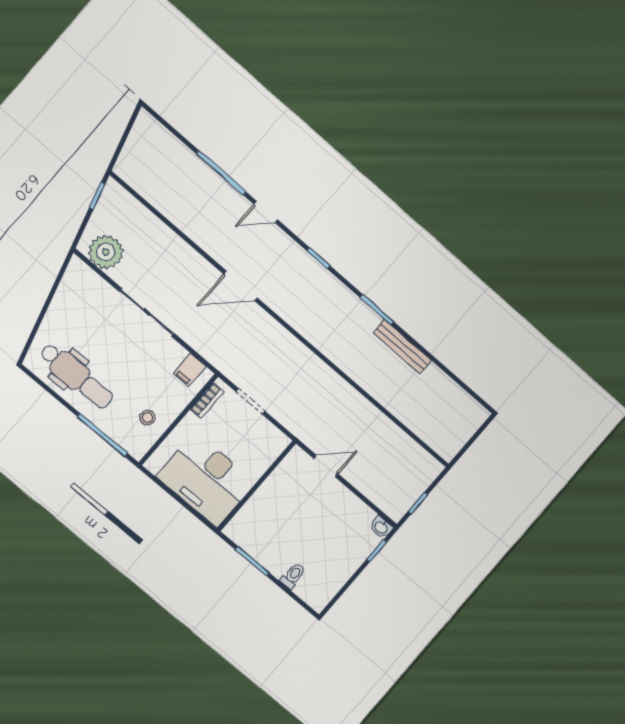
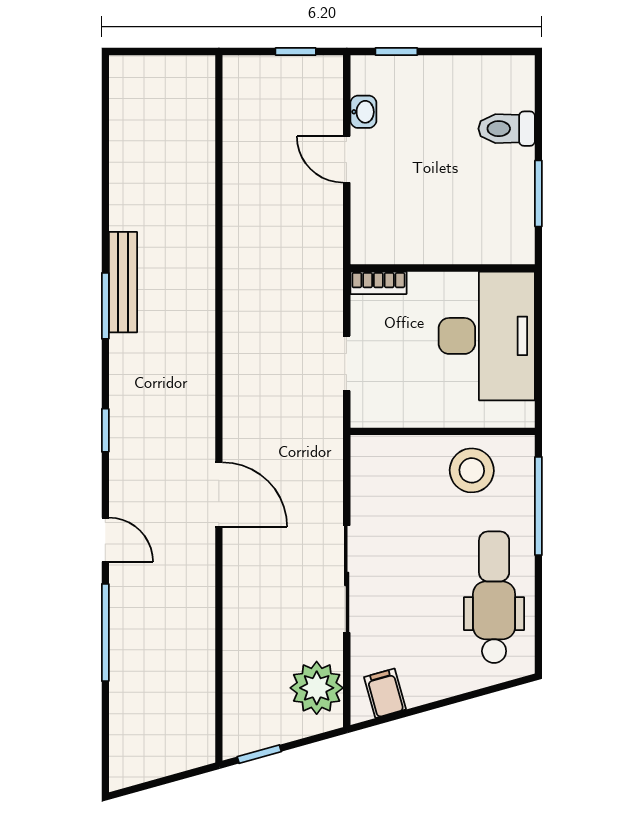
bench: (402, 347) -> (123, 282), moved
filing cabinet: (190, 370) -> (385, 693), moved, turned -106
bookcase: (207, 401) -> (378, 283), moved, turned 180
stool: (147, 418) -> (472, 470), width x1.89, depth x1.89
door: (326, 466) -> (347, 159), moved
washbasin: (381, 527) -> (363, 112), moved
toilet: (293, 576) -> (507, 129), width x1.37, depth x1.39

